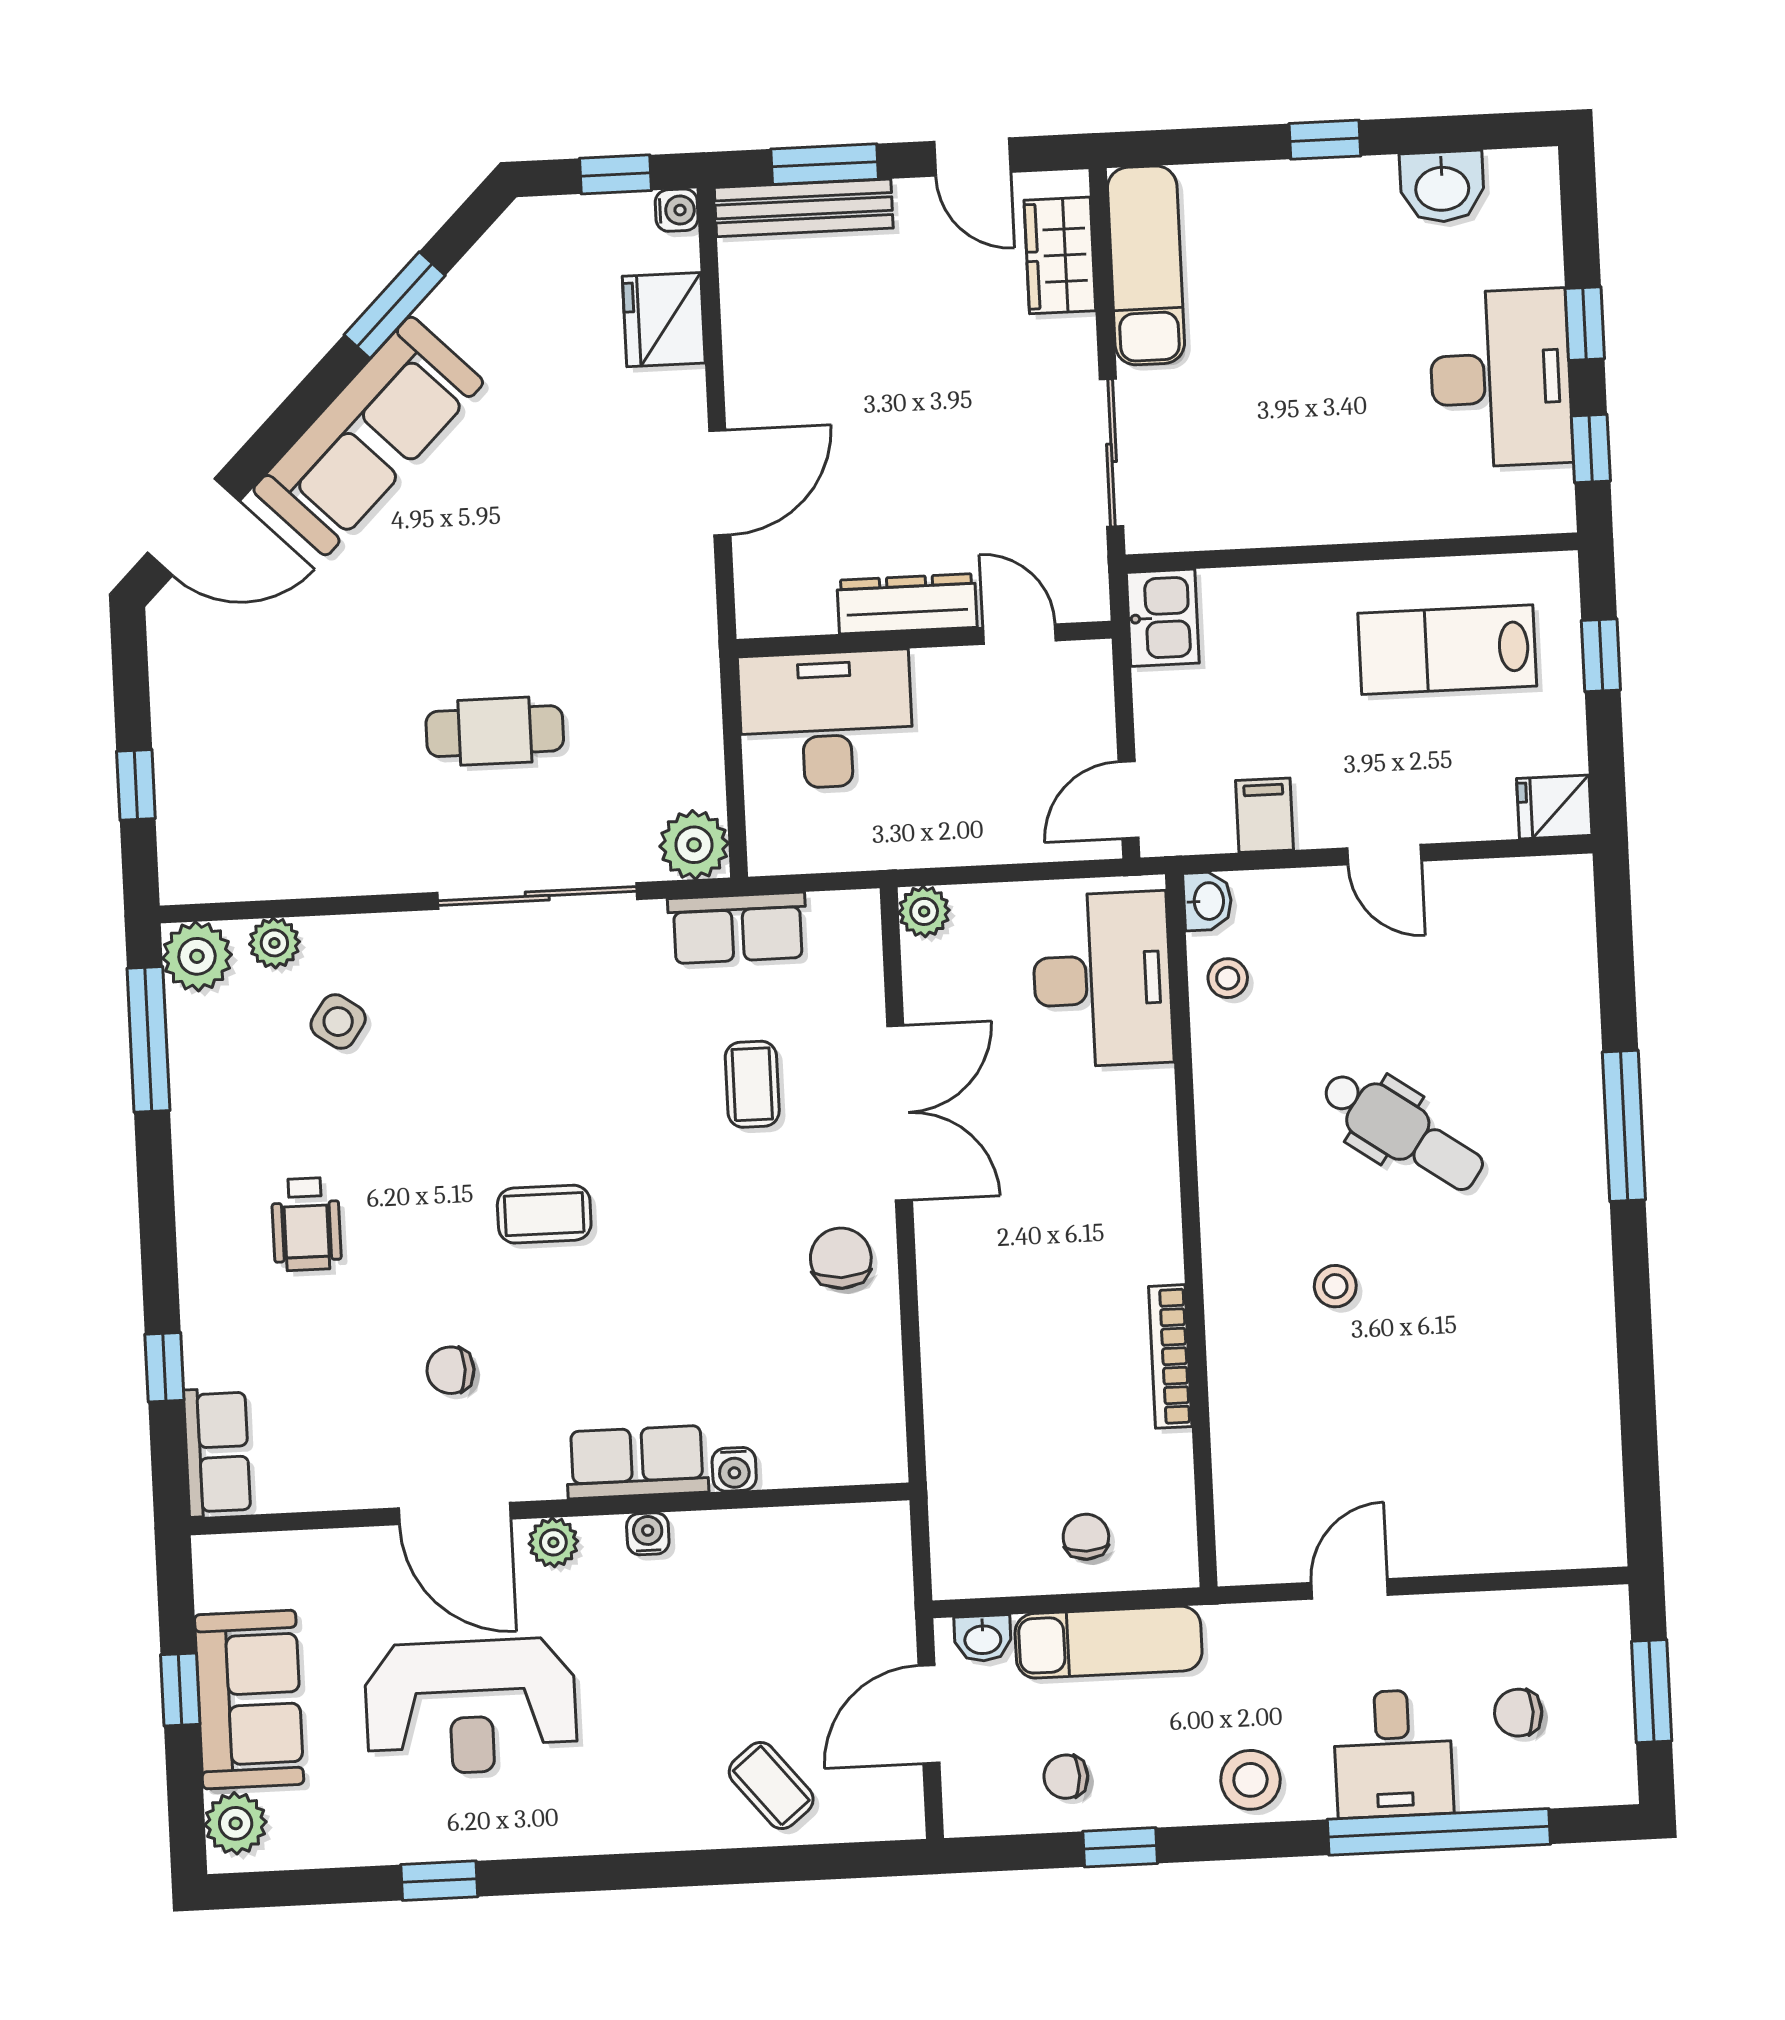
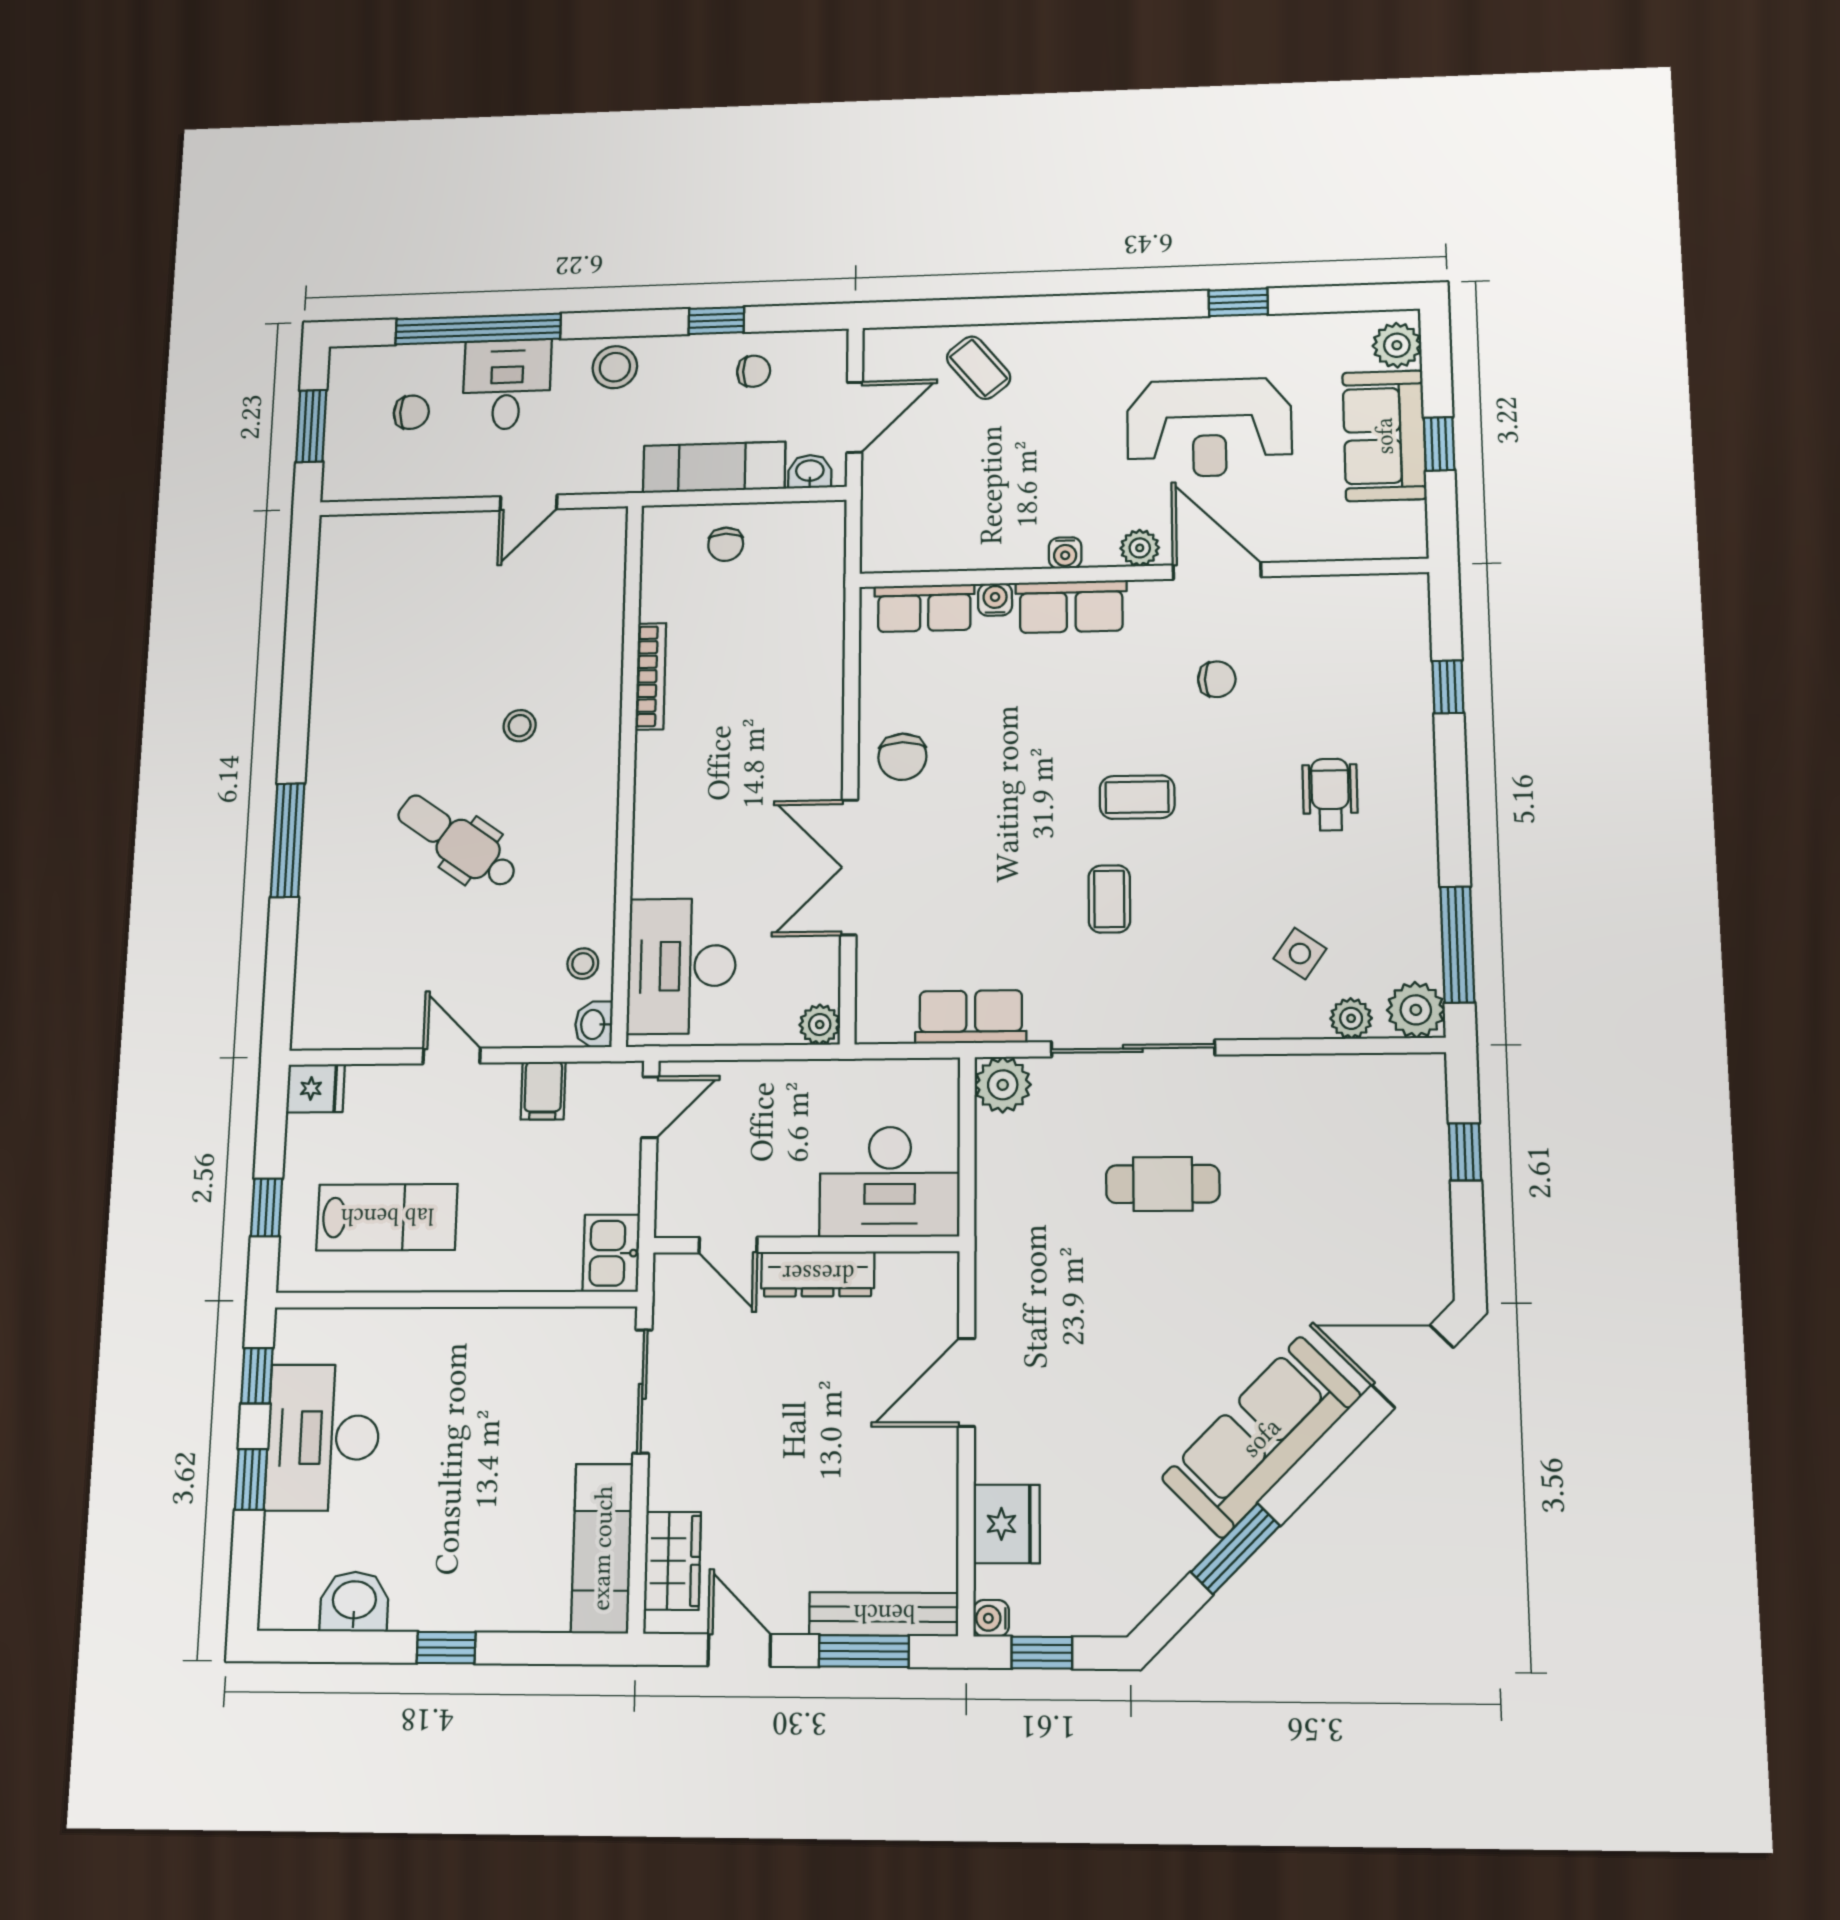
coffee table: (752, 1084) -> (1109, 899), moved
row of seats: (217, 1452) -> (924, 608), moved, turned -90
reception desk: (471, 1707) -> (1209, 428), turned 180

